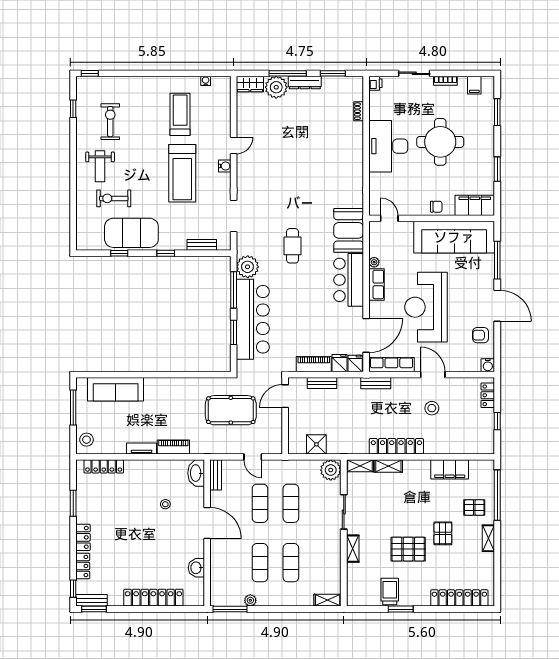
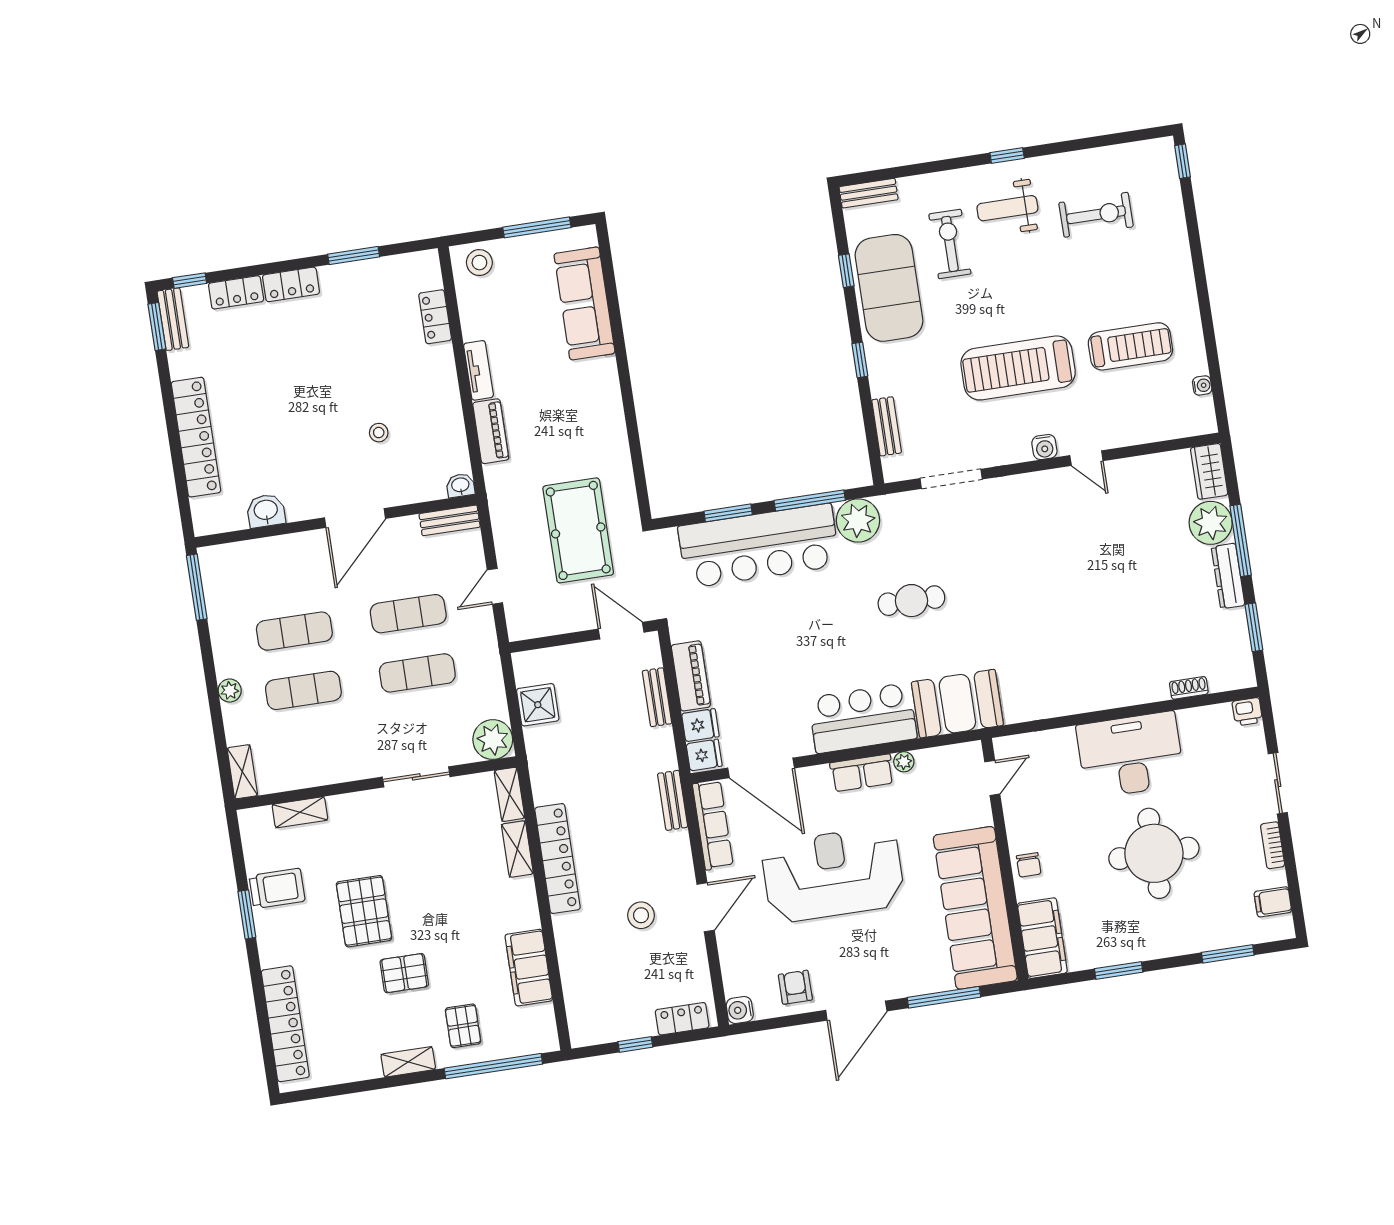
window: (73, 109) -> (1007, 156), moved
bench: (82, 236) -> (869, 193), added
locker: (104, 466) -> (435, 317), width x0.66
washbasin: (196, 473) -> (460, 485), width x0.52, depth x0.69
shelving: (353, 549) -> (300, 812), moved
plant: (250, 600) -> (230, 690), moved

